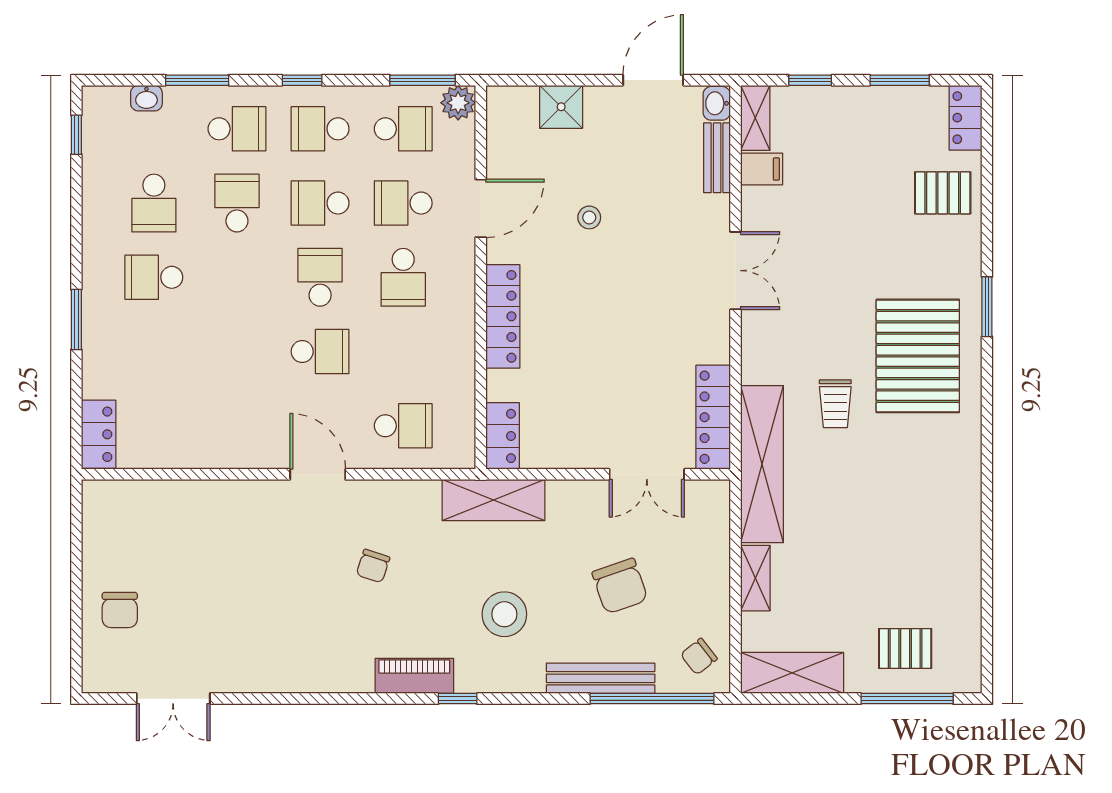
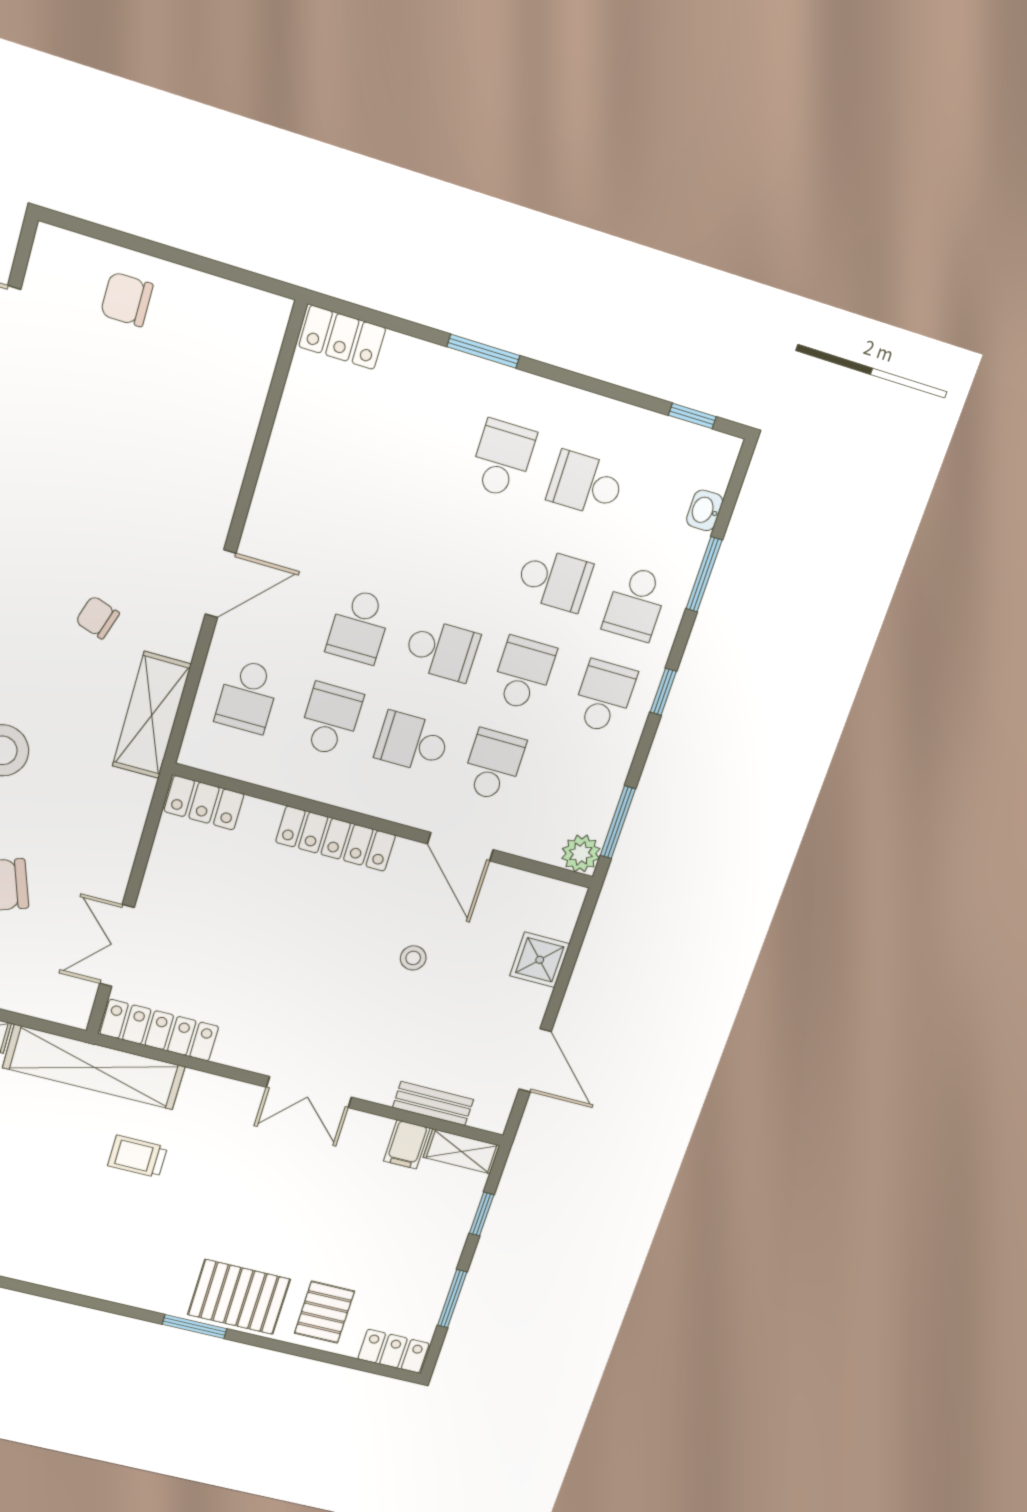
washbasin: (717, 103) -> (489, 1117), removed
school desk: (403, 129) -> (330, 719), moved, turned 180
pallet: (918, 356) -> (239, 1297), moved, width x0.73, depth x0.71
shelving: (494, 500) -> (152, 715), moved

